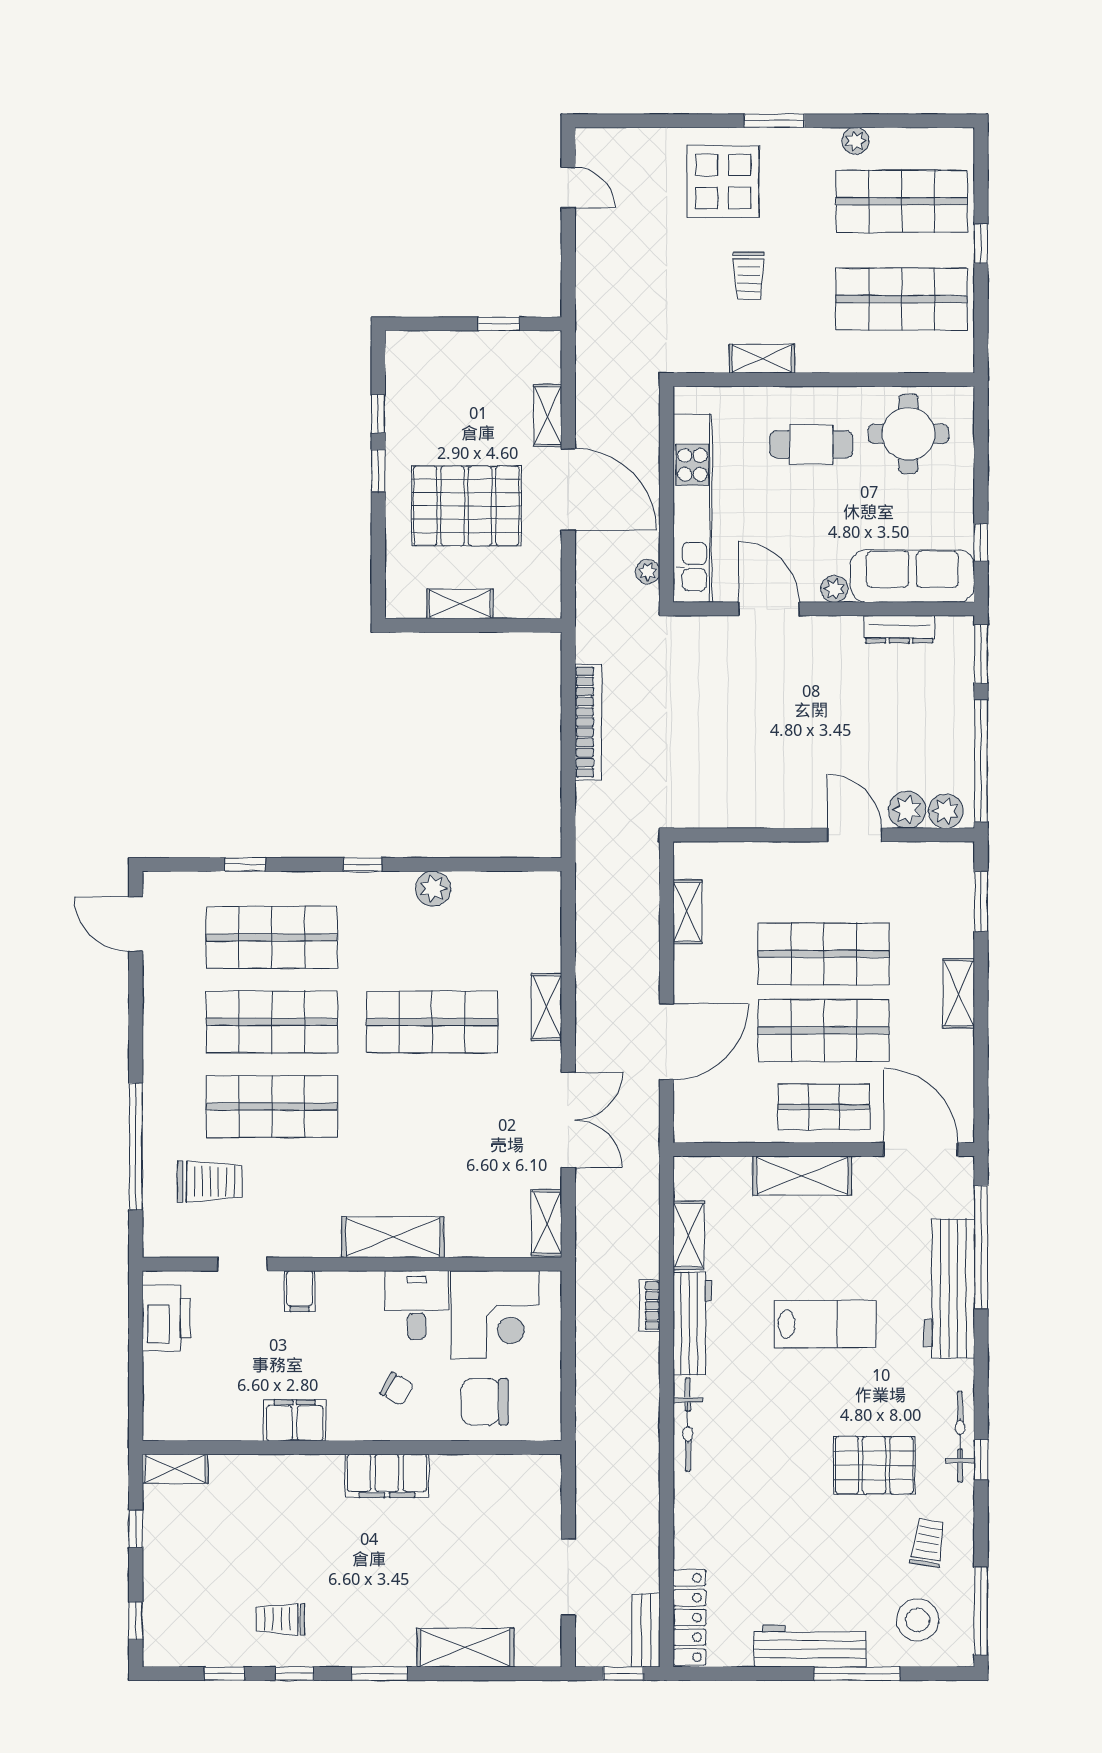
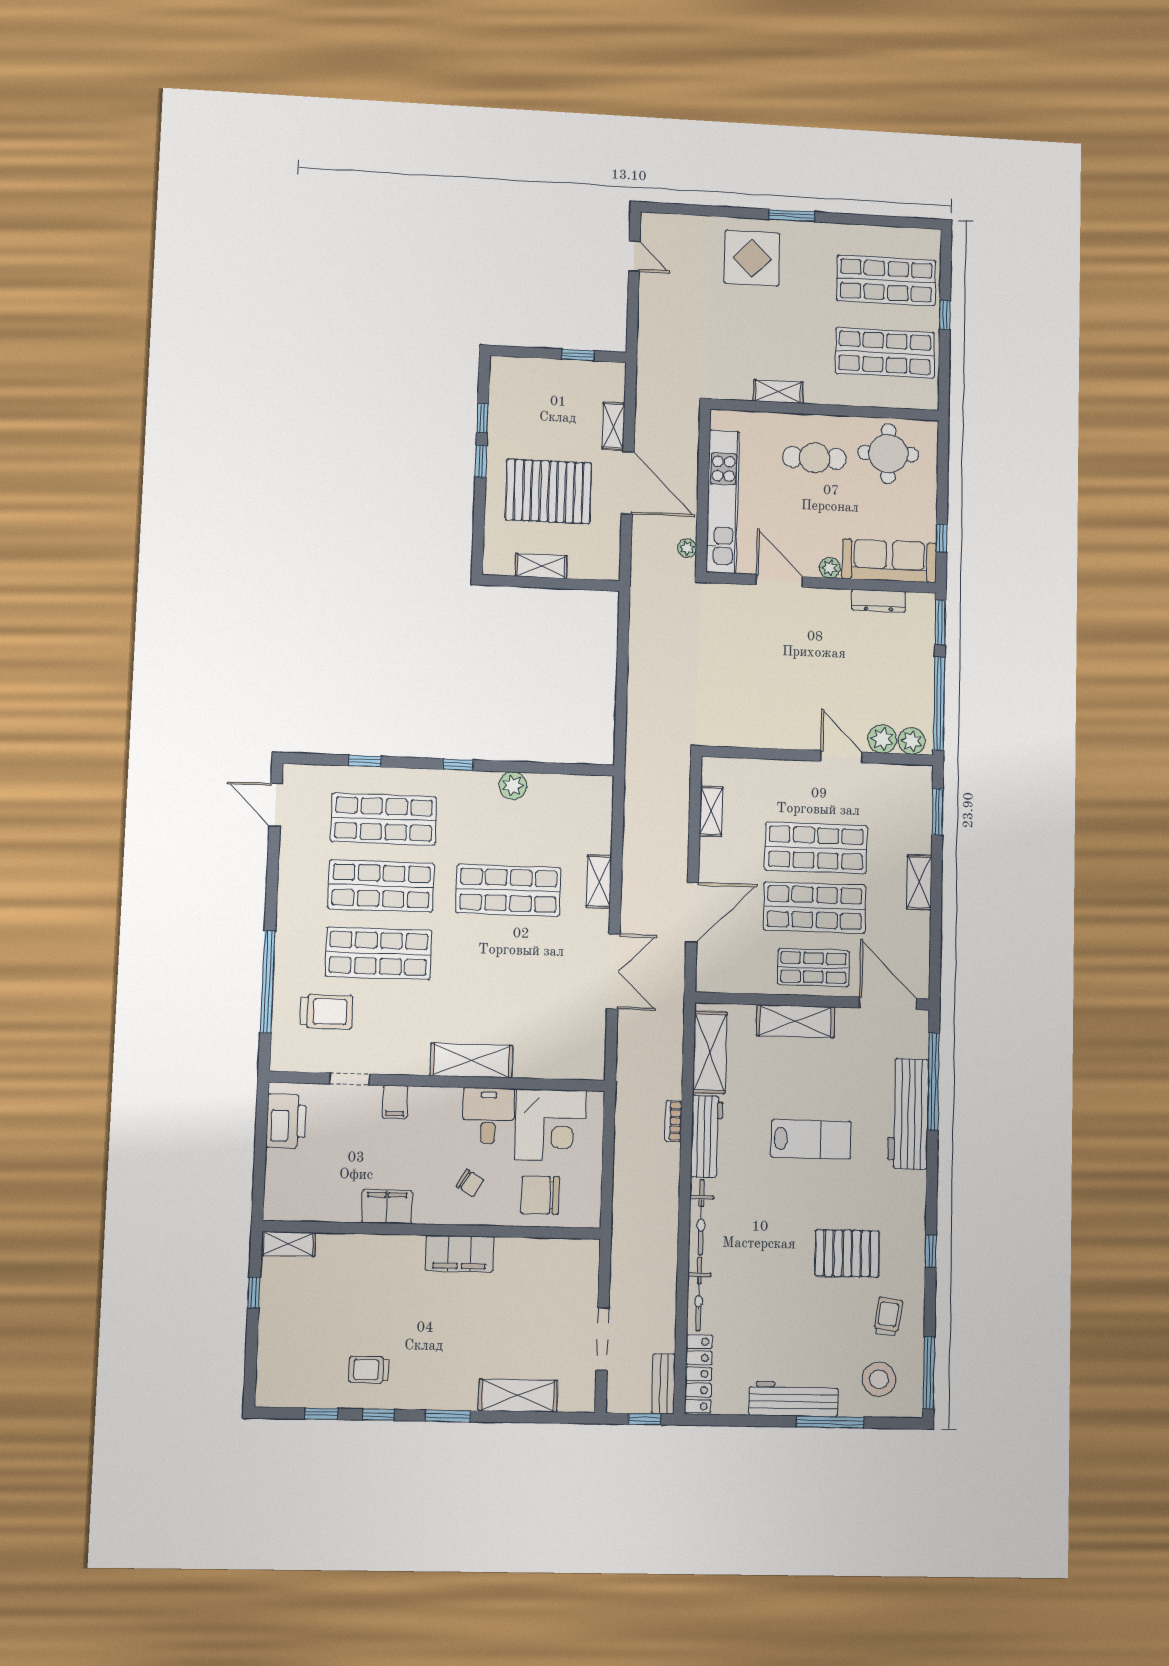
plant: (855, 141) -> (852, 234), removed
trolley: (749, 276) -> (770, 329), removed
bookcase: (588, 722) -> (638, 661), removed
shelving: (547, 1223) -> (594, 1052), removed
shelving: (688, 1235) -> (710, 1052), width x1.50, depth x1.33
bicycle: (960, 1437) -> (699, 1294), moved, turned 180
window: (136, 1621) -> (251, 1369), removed

